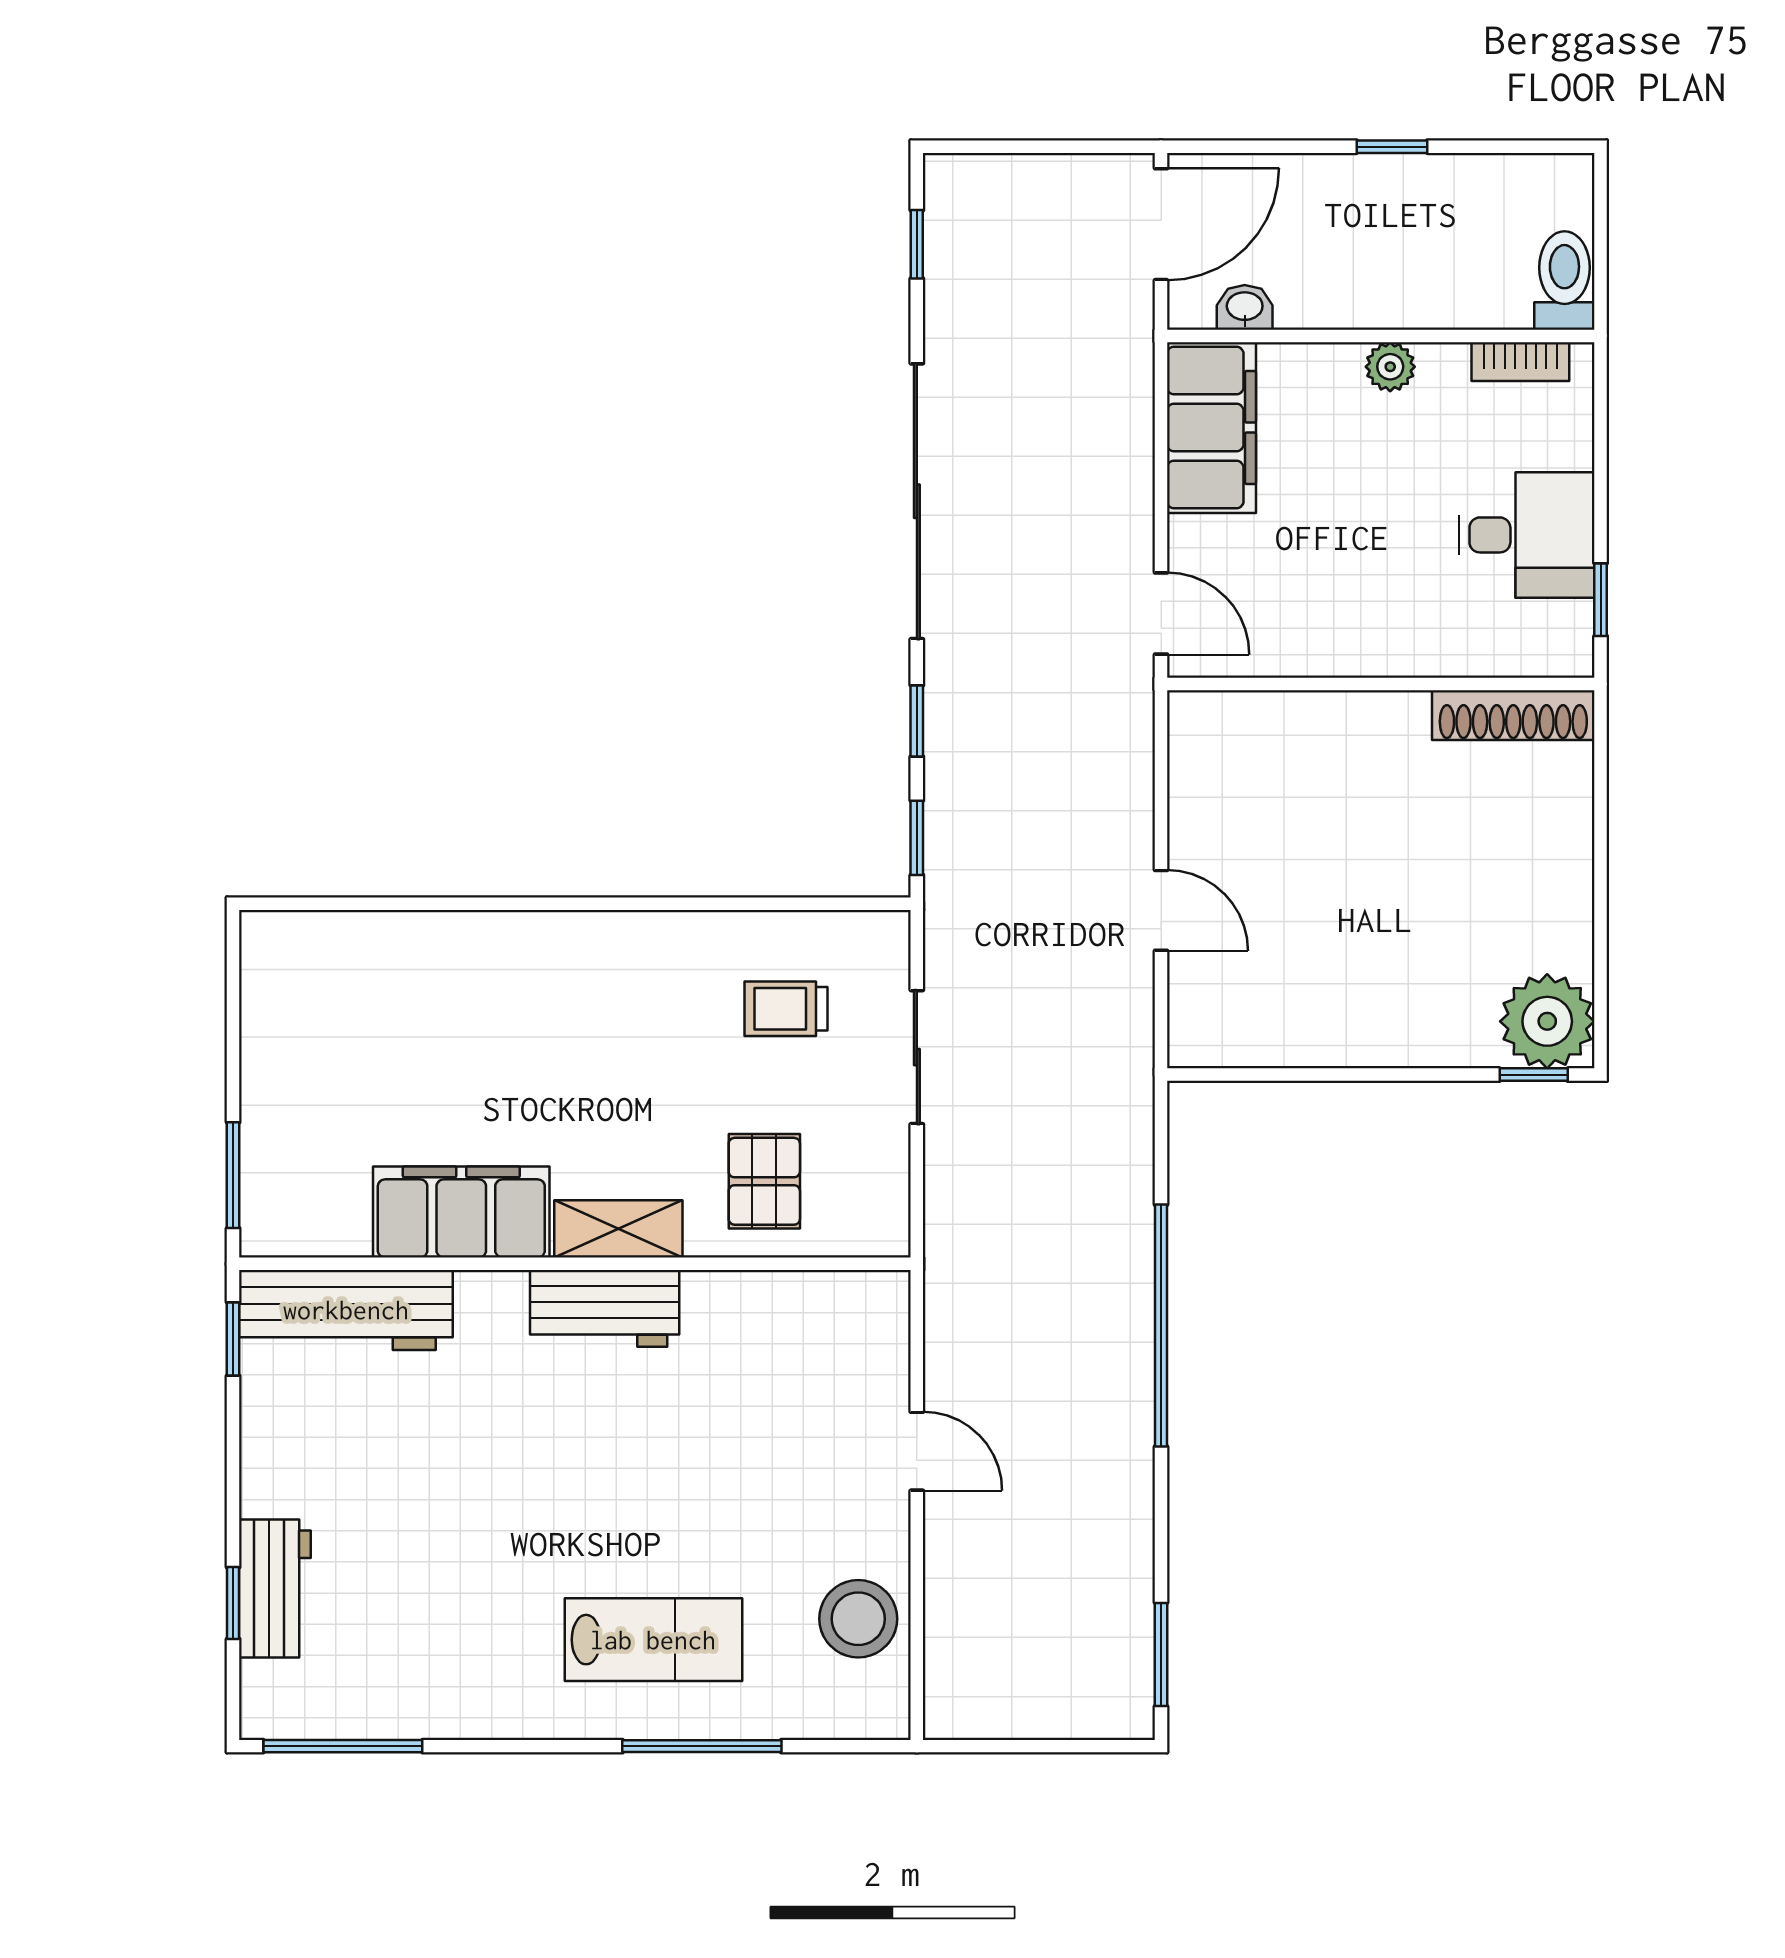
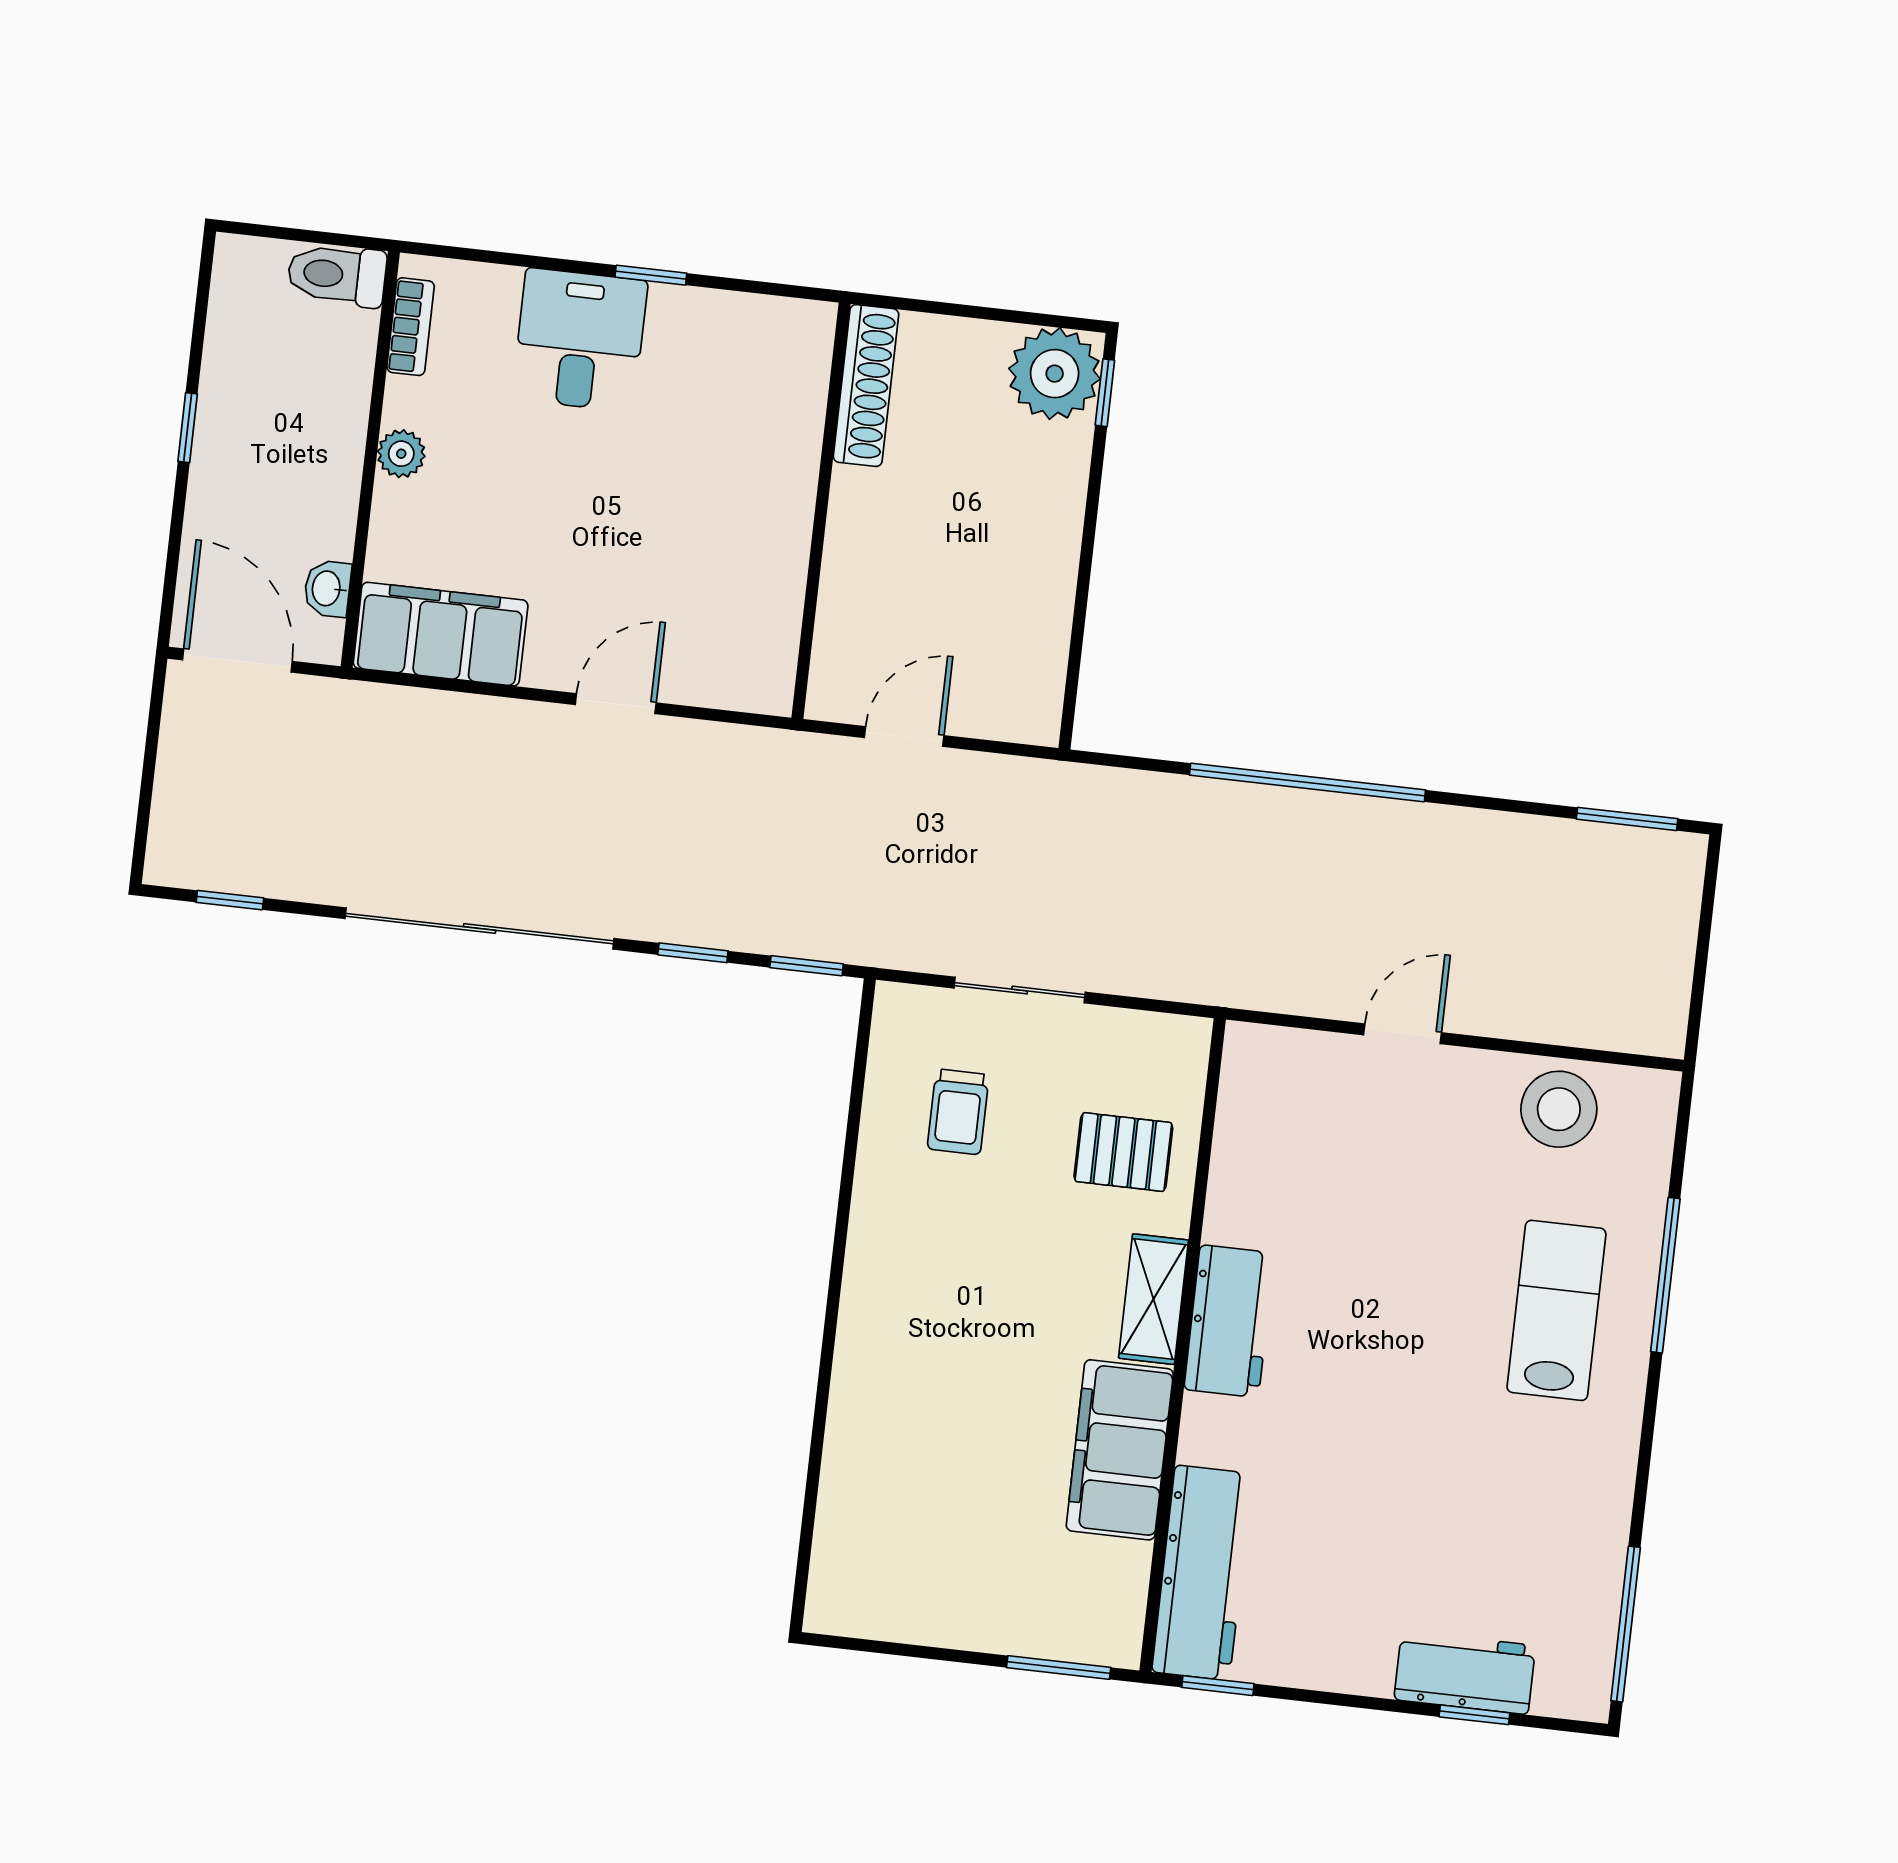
wall: (1381, 684) -> (821, 511), moved
shoe rack: (1513, 715) -> (866, 386), moved

